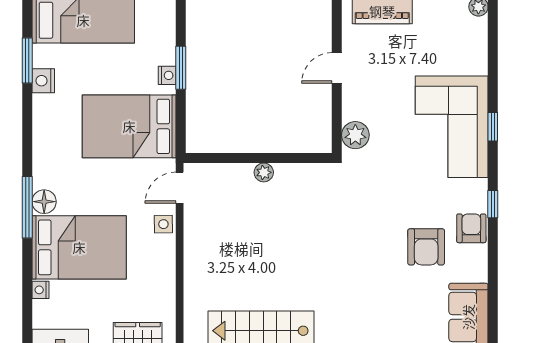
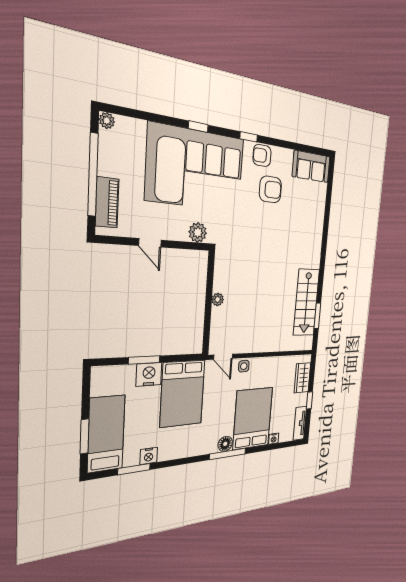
nightstand: (167, 75) -> (149, 374), width x1.89, depth x1.79
corner sofa: (452, 127) -> (196, 169), width x1.36, depth x1.36

